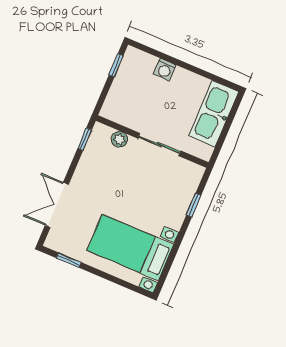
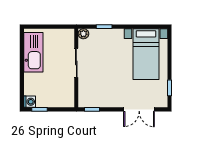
washing machine: (165, 70) -> (30, 102), moved
kitchen sink: (214, 114) -> (33, 52), moved, turned -90
plant: (119, 139) -> (83, 34), moved

